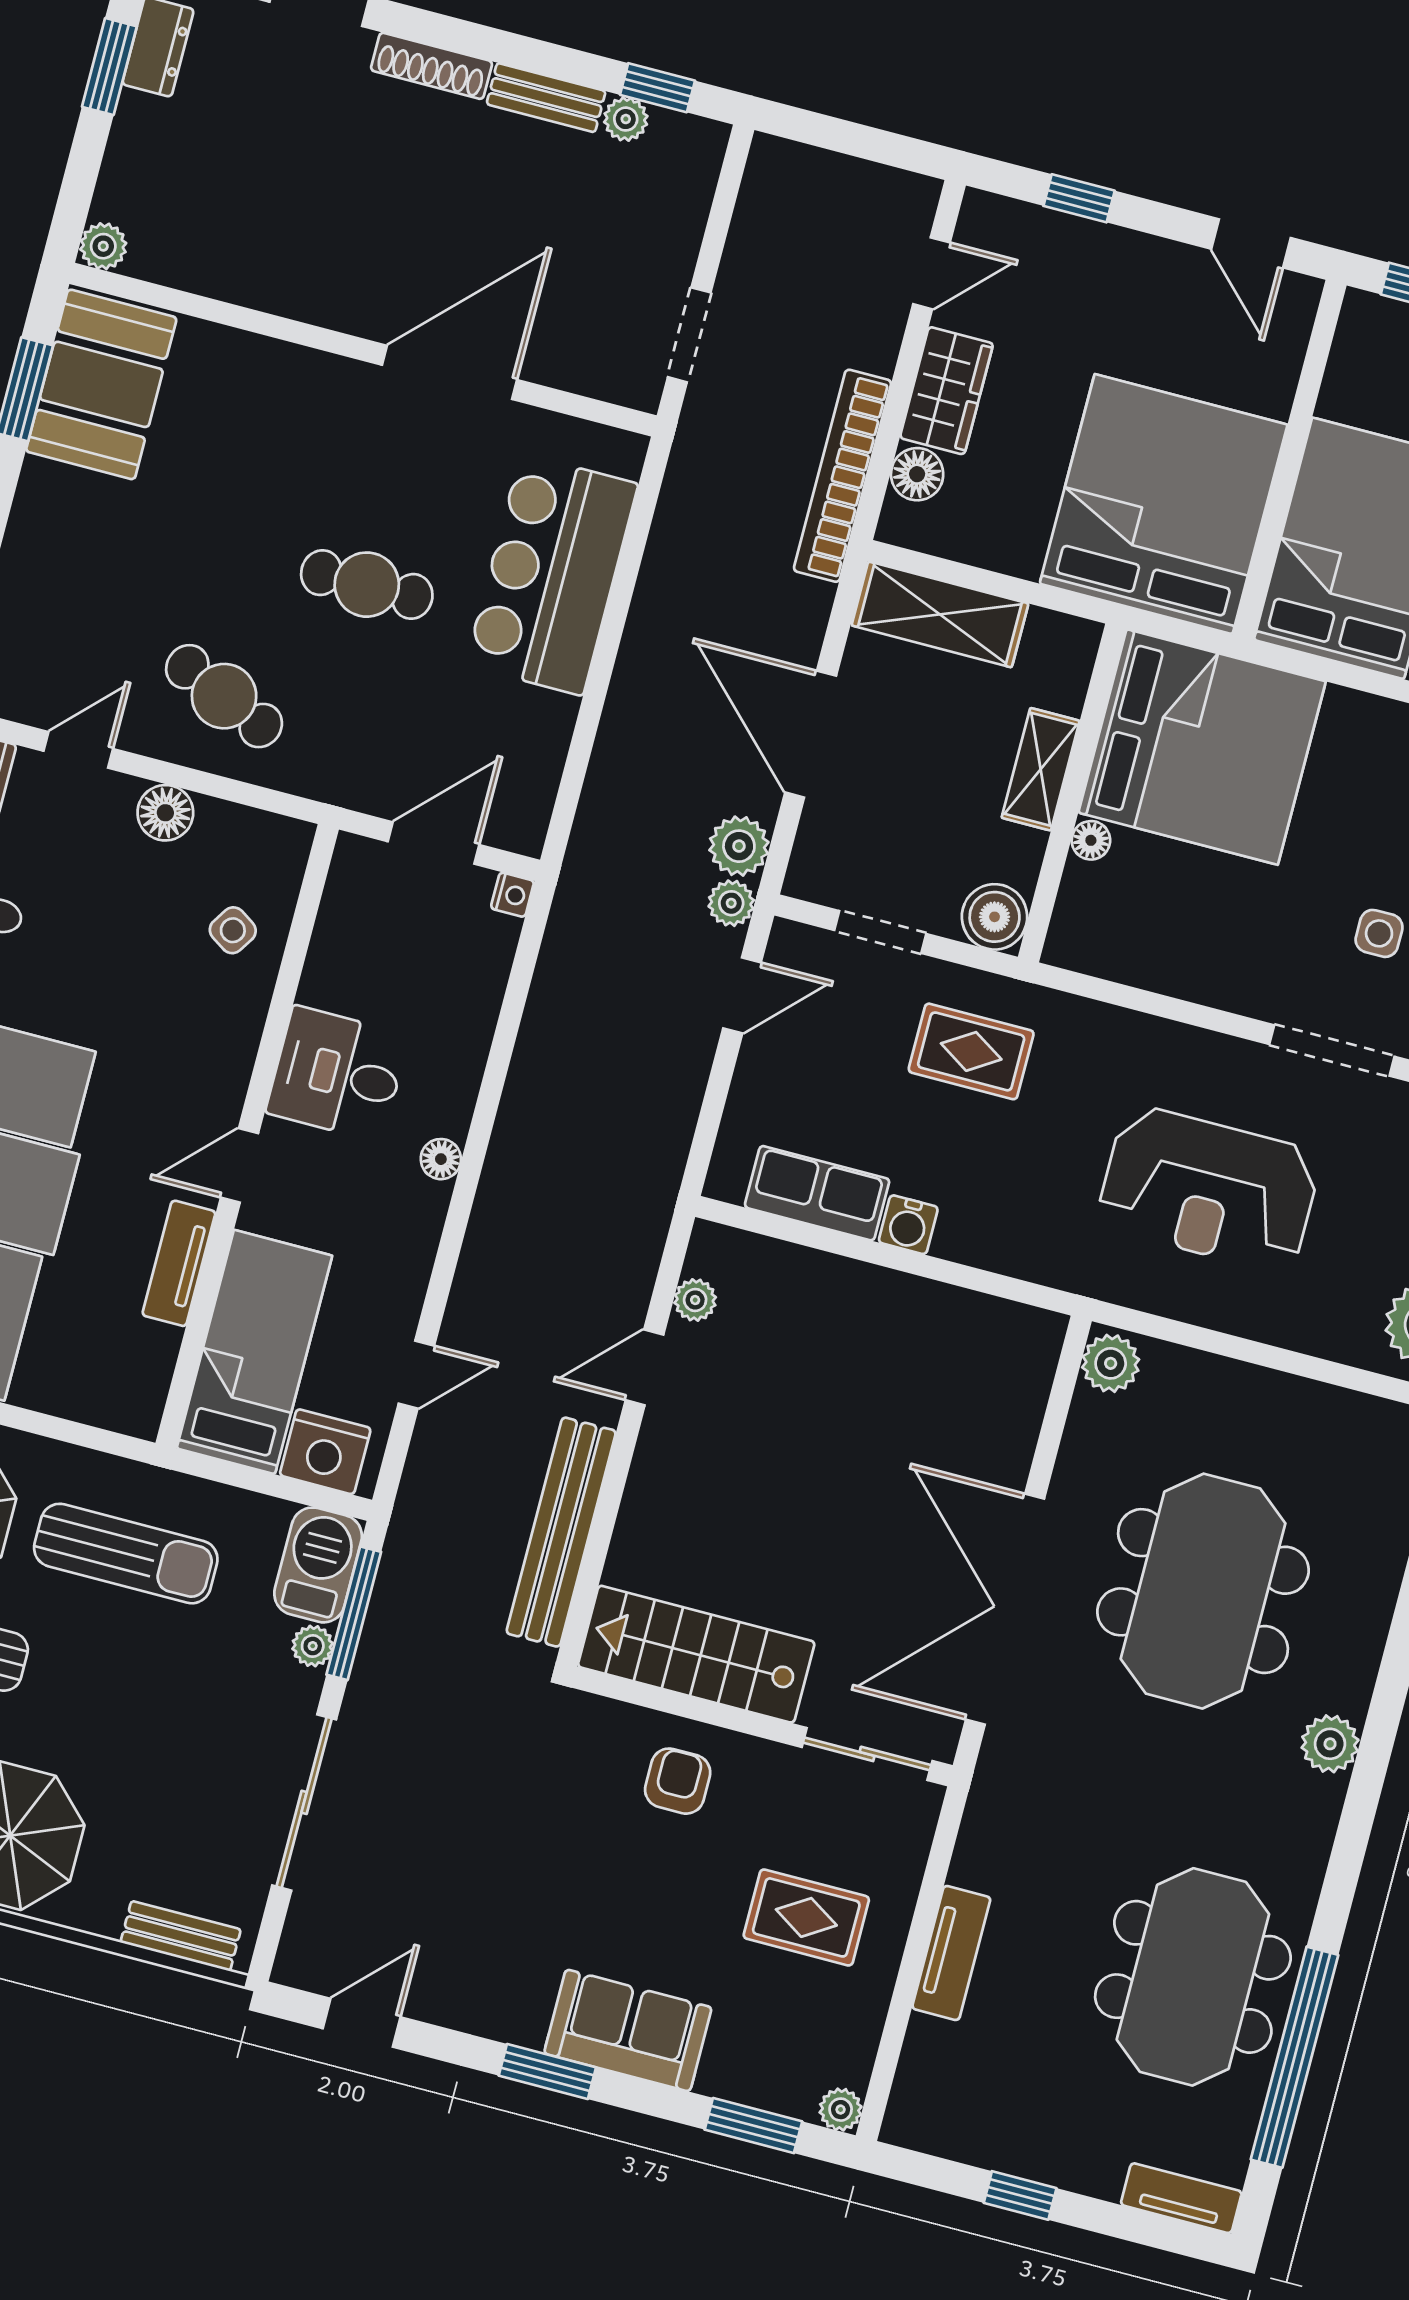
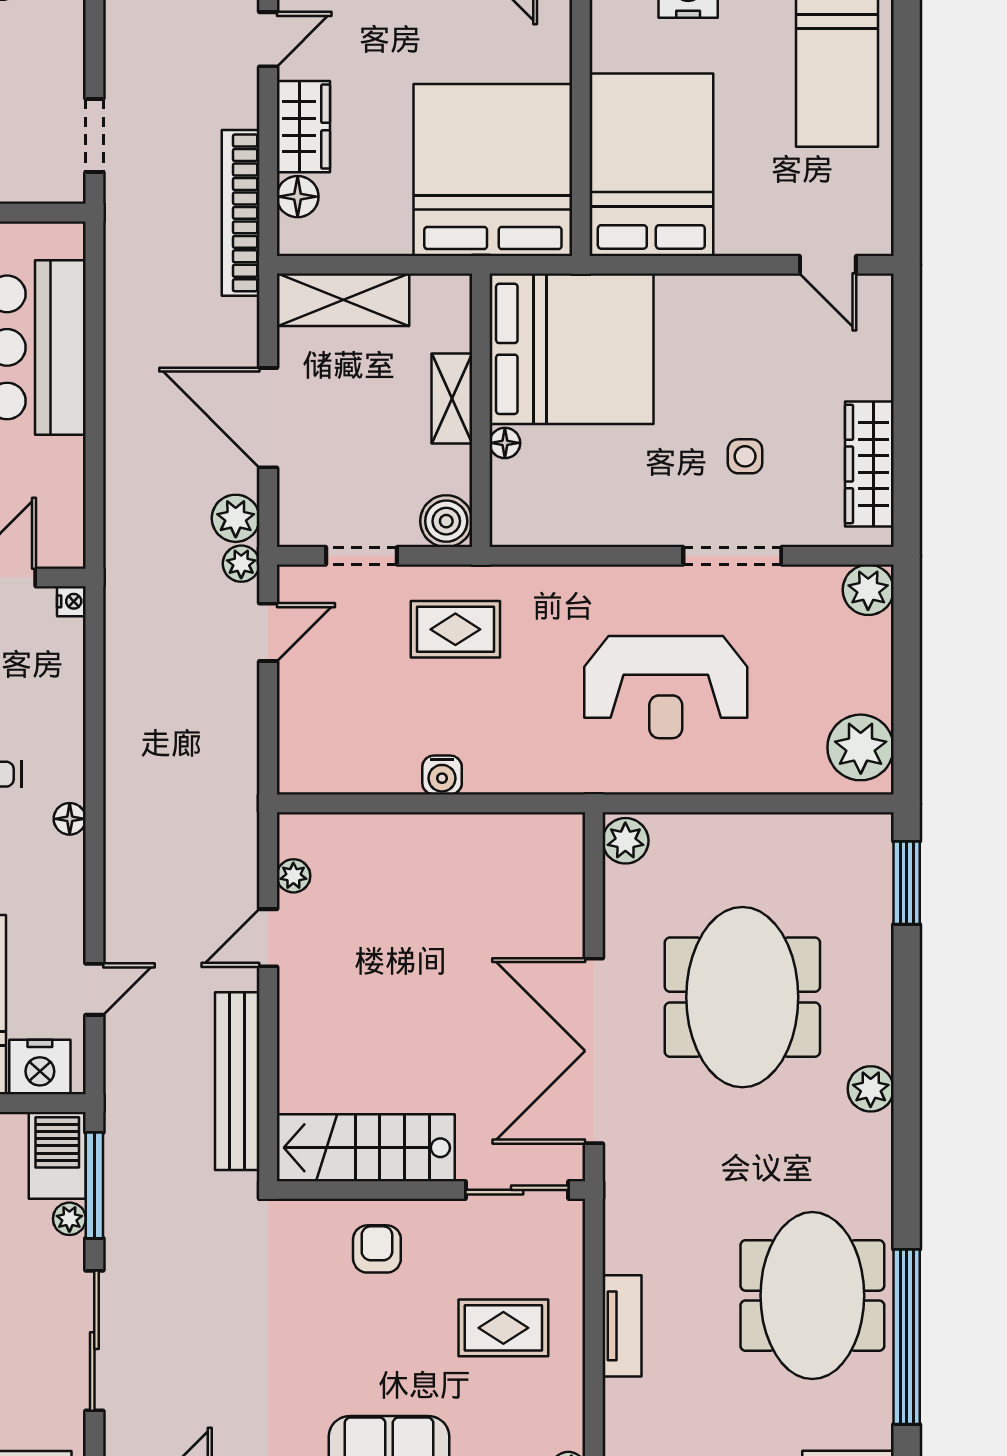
row of seats: (817, 1193) -> (366, 769), removed

